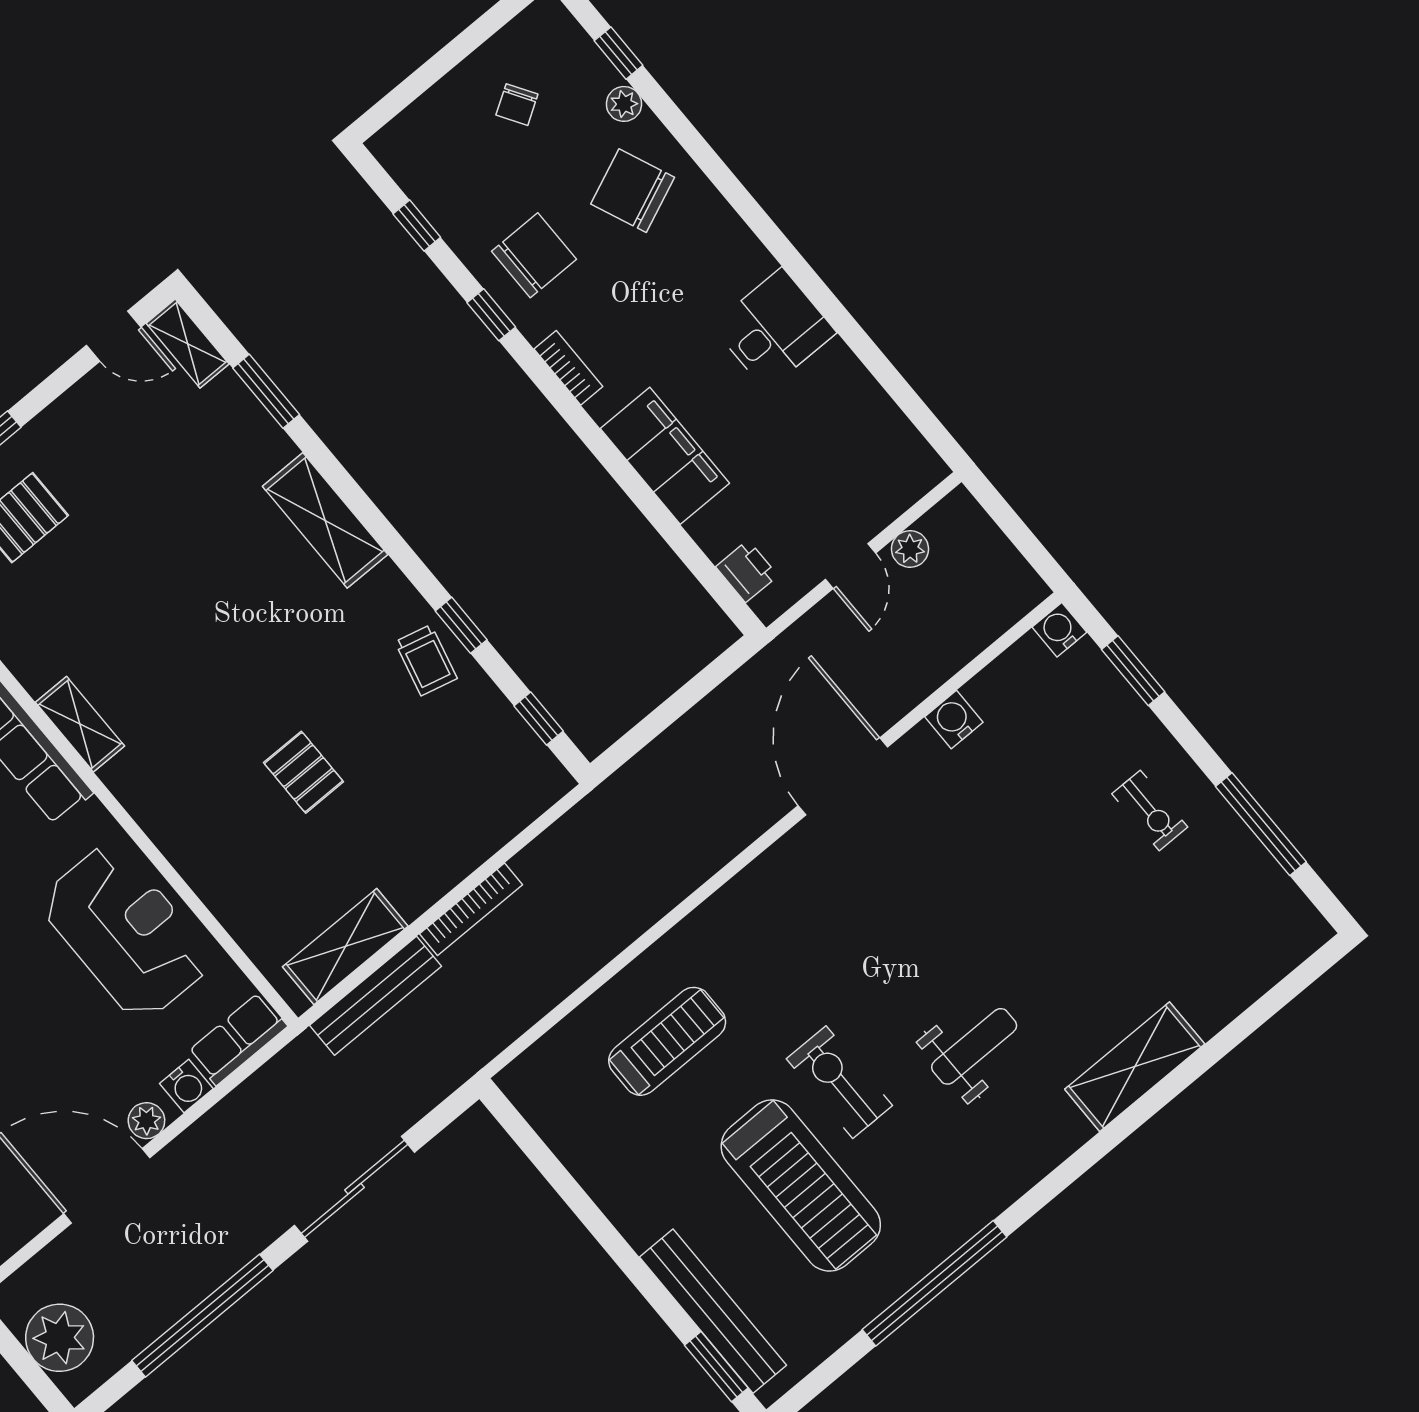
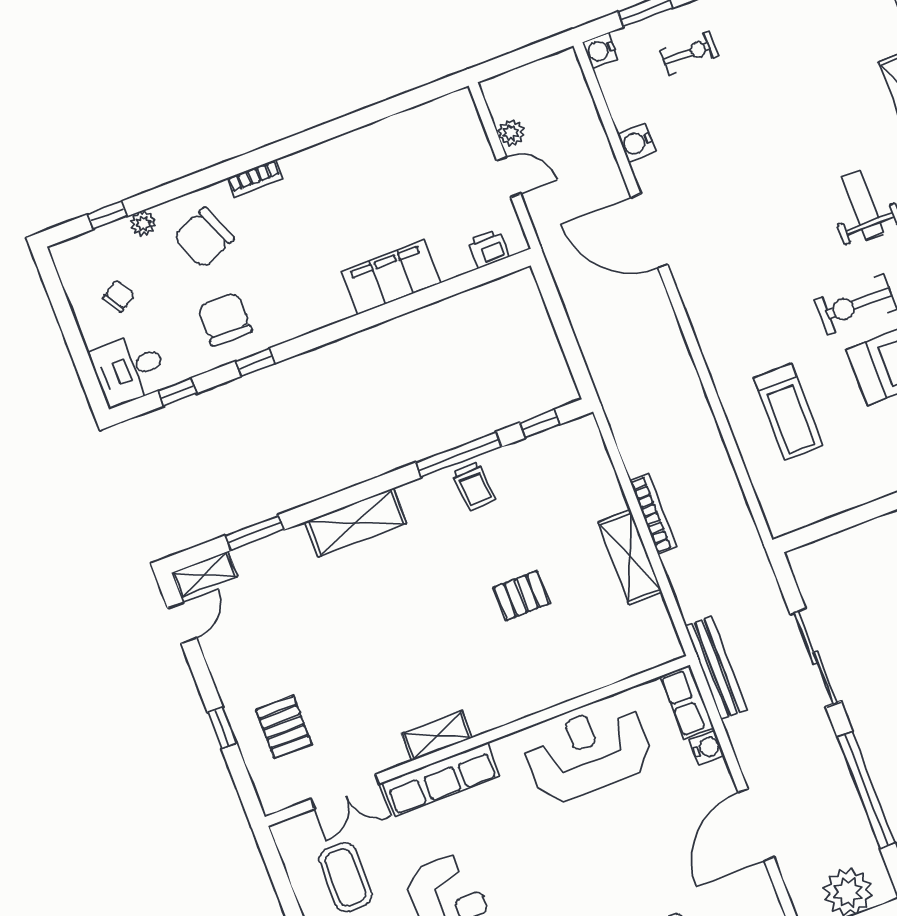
chair: (517, 105) -> (119, 296), turned -90
desk: (774, 329) -> (129, 369), moved, turned -90
bookcase: (568, 368) -> (255, 178), moved, turned 180
window: (461, 625) -> (459, 455), width x2.17
trolley: (426, 660) -> (474, 487), turned 72
exercise bike: (1150, 810) -> (689, 53), moved
shelving: (345, 947) -> (630, 557), moved
bench: (376, 996) -> (716, 668), moved
treadmill: (667, 1041) -> (788, 412), turned 180
plant: (146, 1121) -> (721, 783), removed

